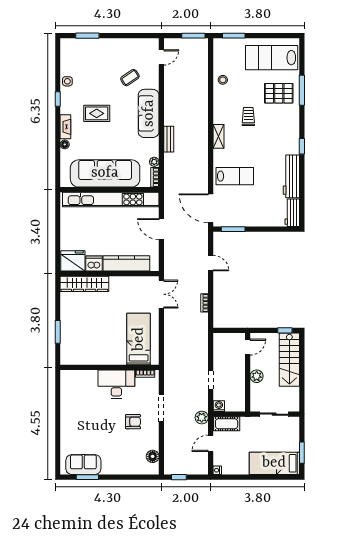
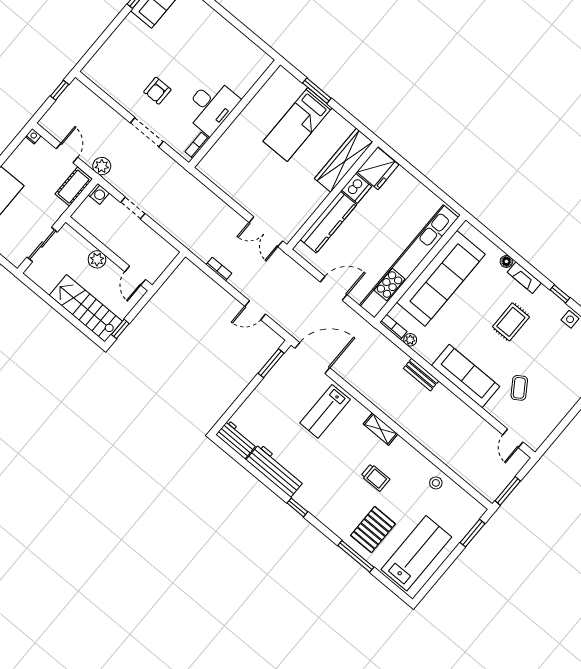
bed: (139, 339) -> (298, 125), moved, turned 90
floor lamp: (153, 456) -> (104, 81), removed

